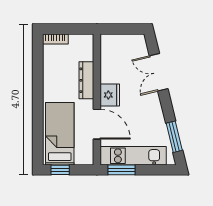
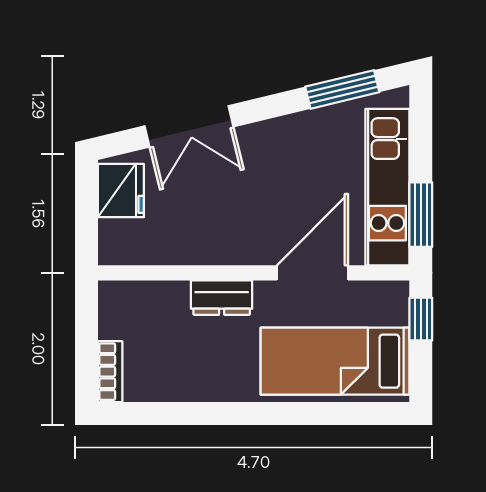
dresser: (86, 80) -> (222, 298), width x0.70
fridge: (110, 95) -> (121, 191), moved, turned 90
window: (60, 170) -> (421, 319), moved

